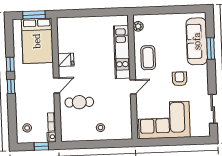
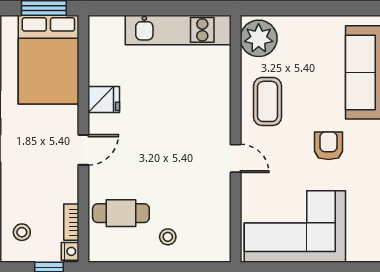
plant: (138, 26) -> (259, 38), width x1.88, depth x1.88
kitchen unit: (122, 52) -> (178, 30), moved, turned -90
door: (133, 87) -> (236, 158), hinge flipped
cafe table: (79, 102) -> (121, 213), moved

